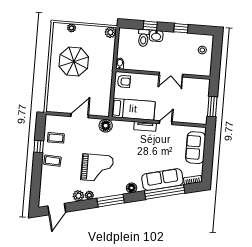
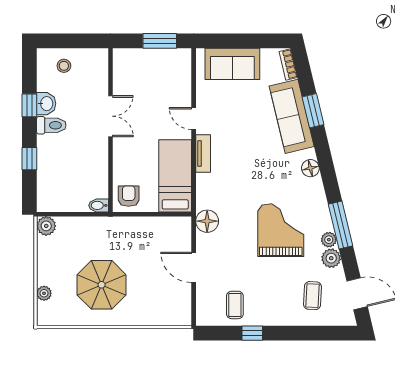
washbasin: (156, 36) -> (46, 104), moved
toilet: (143, 38) -> (51, 125), moved
coffee table: (52, 161) -> (312, 296), moved
window: (165, 192) -> (313, 111), width x0.47
window: (111, 201) -> (340, 225), moved

